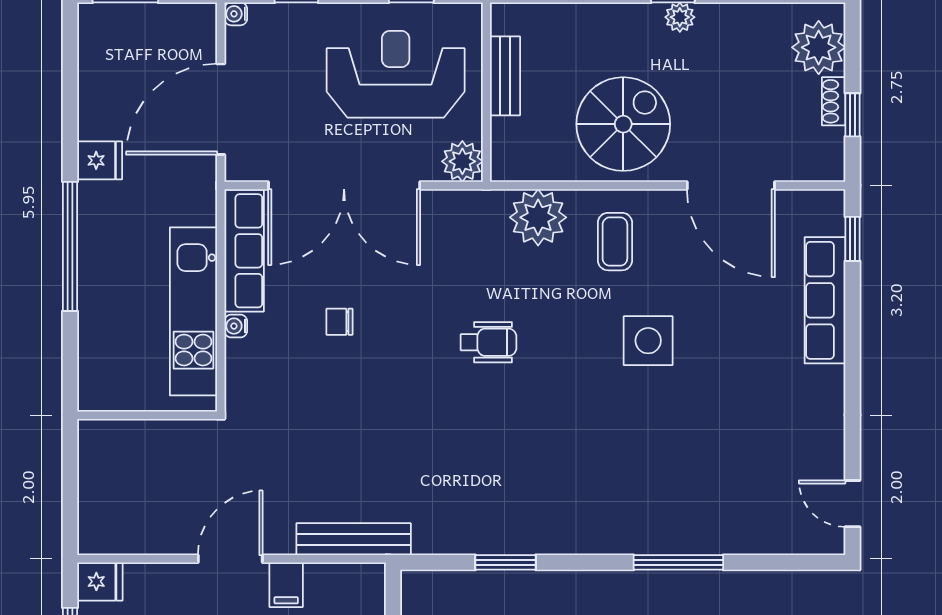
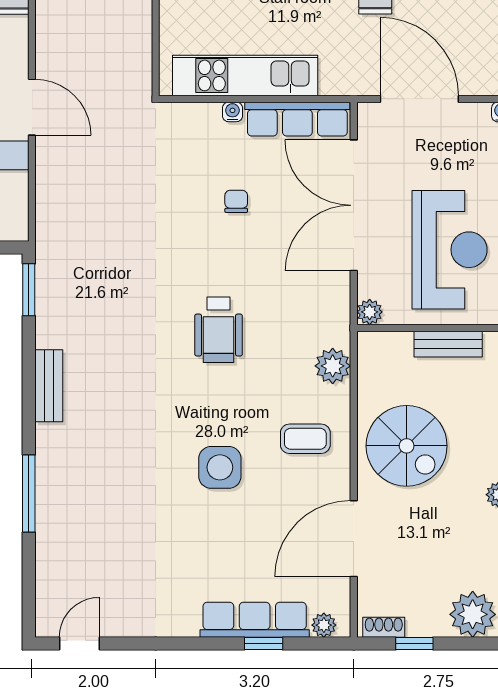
shoe rack: (834, 101) -> (384, 627), moved
plant: (462, 161) -> (370, 312), width x0.73, depth x0.73
plant: (538, 217) -> (333, 366), width x0.73, depth x0.73
plant: (831, 220) -> (324, 625), added
window: (853, 239) -> (264, 644), moved
wheelchair: (489, 342) -> (219, 330), width x1.36, depth x1.37
bench: (354, 539) -> (49, 386), moved, width x0.73
window: (505, 562) -> (29, 290), moved

